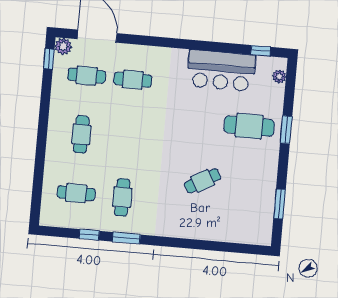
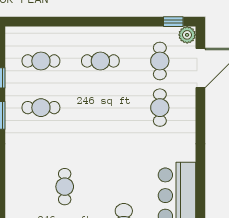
cafe table: (203, 181) -> (65, 187), turned 30
cafe table: (76, 193) -> (41, 61), turned 90

